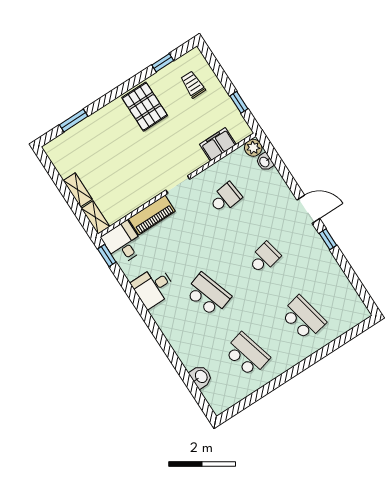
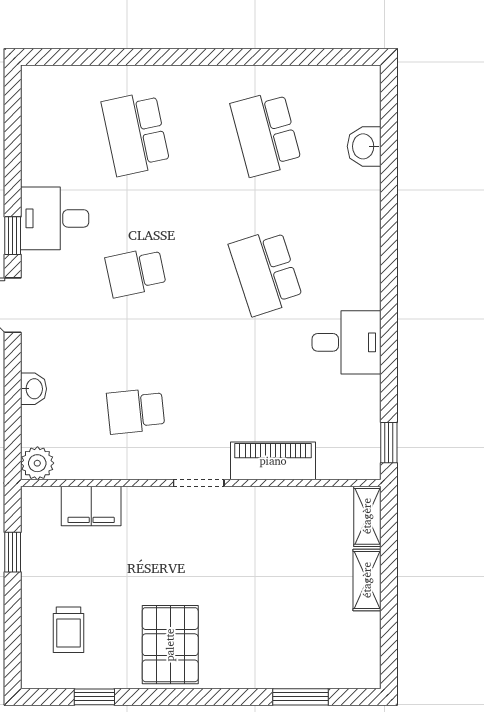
washbasin: (265, 162) -> (34, 389), moved
desk: (123, 243) -> (55, 218), moved, turned 90

